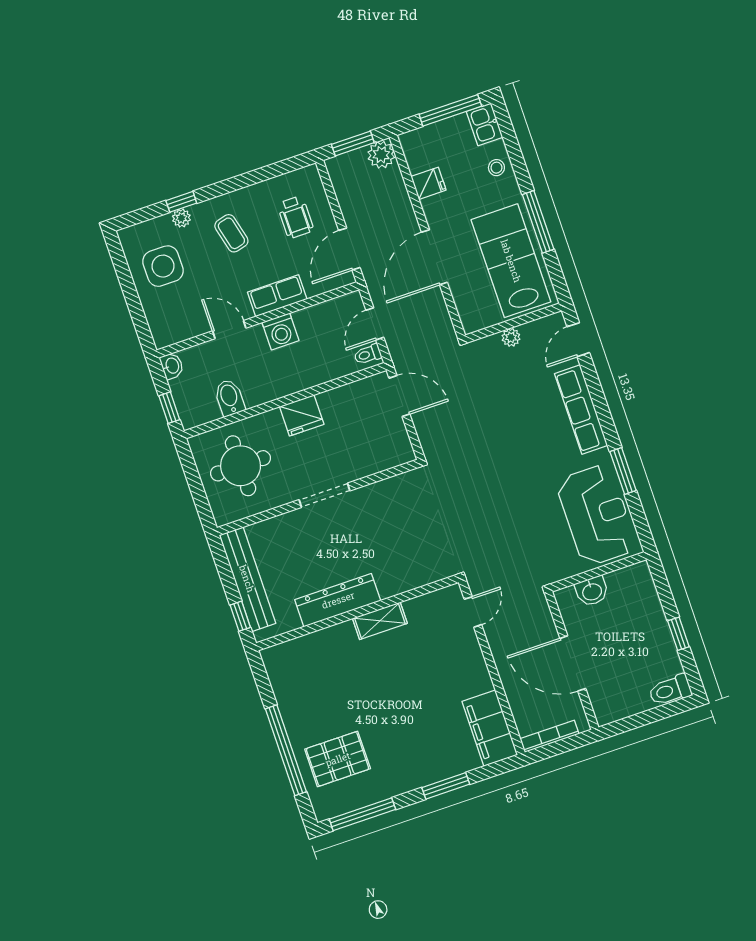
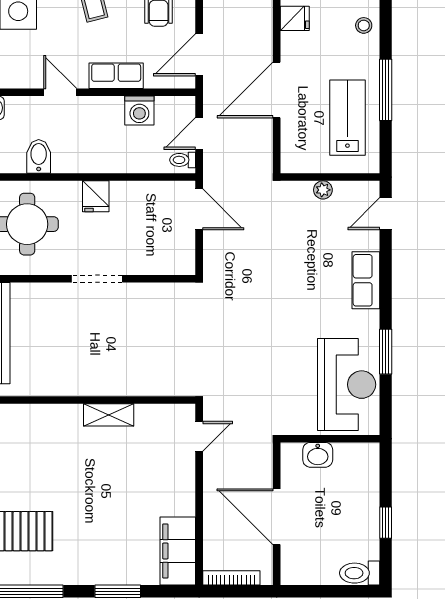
lab bench: (511, 261) -> (347, 118), width x0.73, depth x0.72
washing machine: (280, 331) -> (139, 110), moved
row of seats: (581, 410) -> (366, 280), width x0.68
fridge: (302, 415) -> (96, 196), width x0.72
dresser: (338, 600) -> (76, 382), removed

